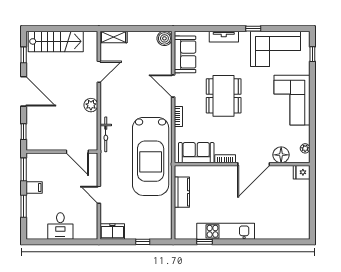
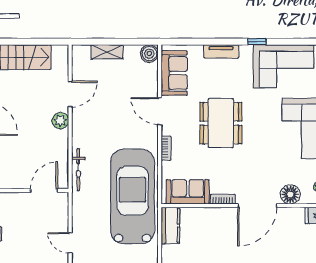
shelving: (114, 37) -> (107, 52), moved
plant: (91, 105) -> (60, 121), moved
door: (77, 152) -> (44, 190), swing flipped
car: (151, 156) -> (133, 196), turned 180
kitchen counter: (182, 192) -> (170, 226), moved

